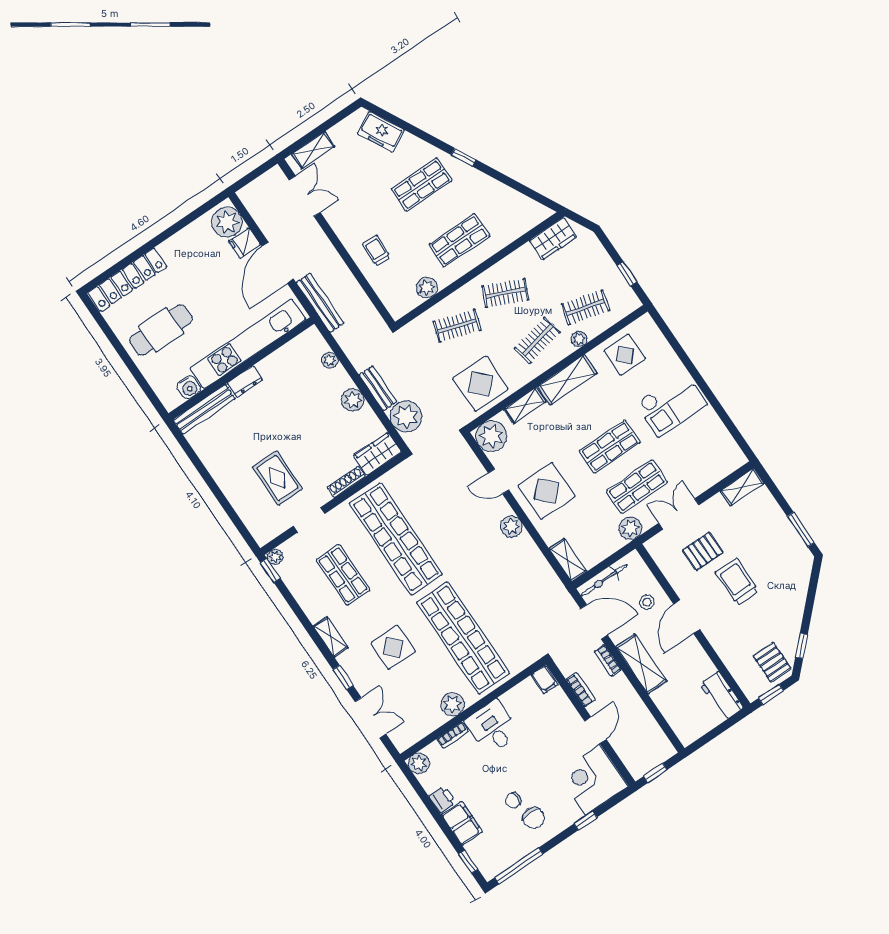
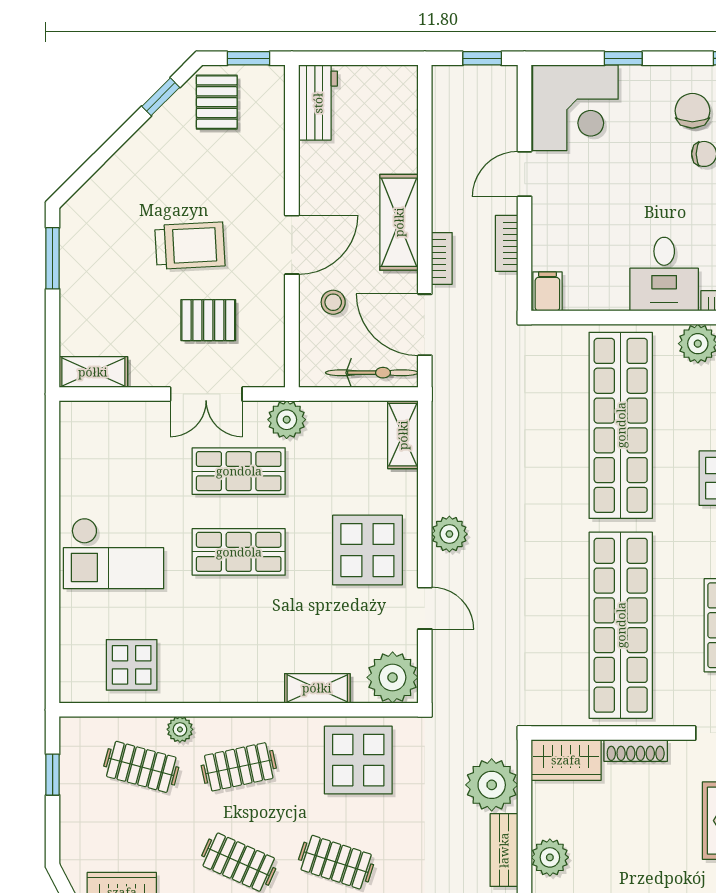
shelving: (567, 380) -> (234, 684), removed
checkout: (671, 404) -> (114, 553), turned 180
trolley: (737, 582) -> (190, 246), turned -93

